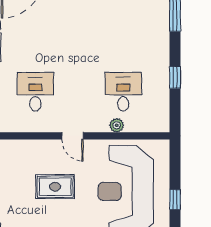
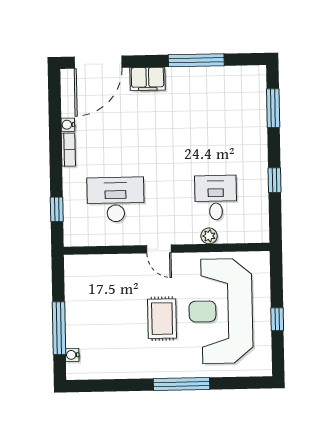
desk: (35, 92) -> (116, 200), width x1.37
rug: (55, 187) -> (162, 319), moved, turned 90

